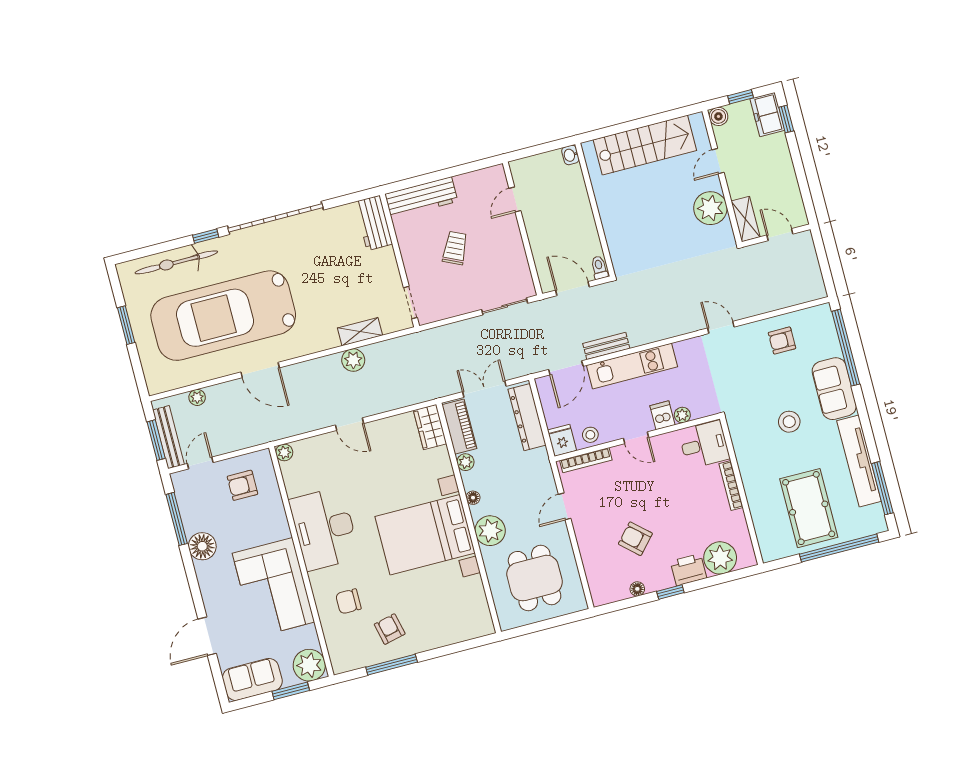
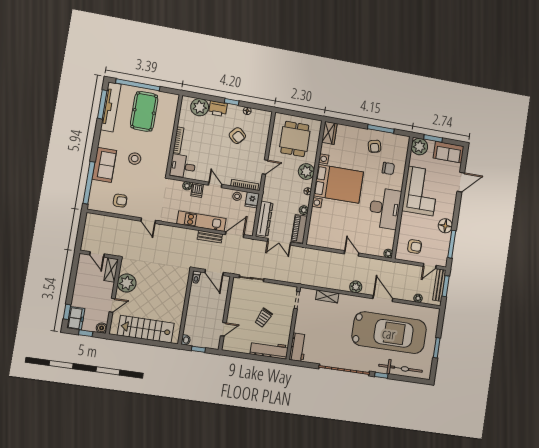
window: (542, 148) -> (198, 349), added
plant: (353, 360) -> (356, 287), moved
wardrobe: (430, 427) -> (329, 133), moved
tv unit: (859, 461) -> (111, 107), moved

